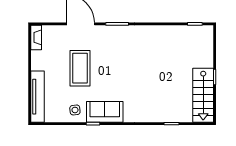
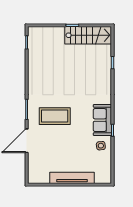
fireplace: (36, 37) -> (38, 179), removed
coffee table: (80, 68) -> (55, 116), moved
tv unit: (38, 97) -> (72, 178), moved

